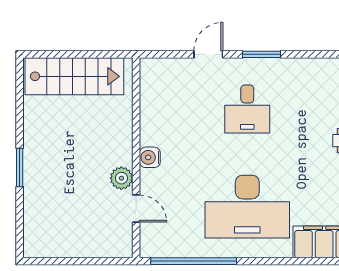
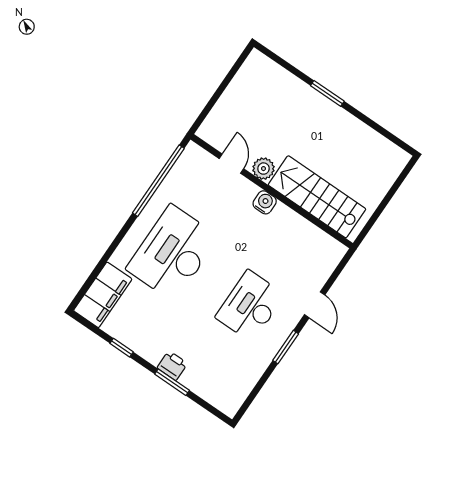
stairs: (74, 76) -> (317, 197), moved, turned 90
desk: (247, 109) -> (250, 306), width x1.37
door: (136, 209) -> (231, 164), swing flipped

